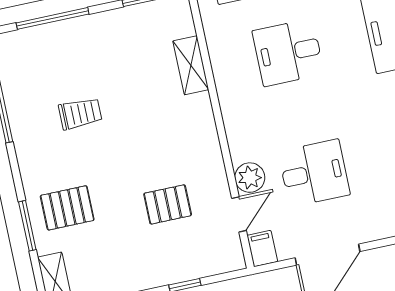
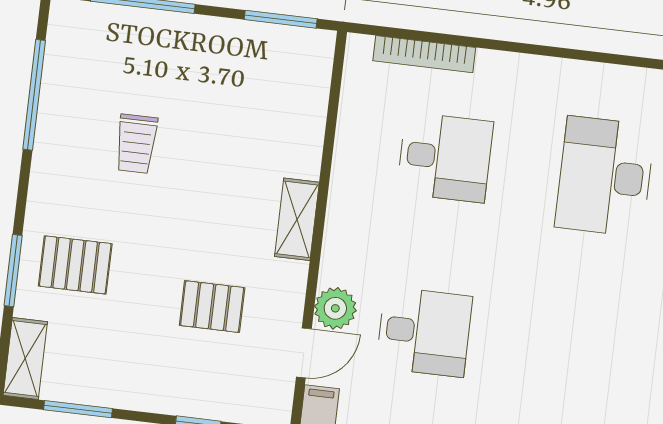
desk: (288, 52) -> (445, 157), turned 180
shelving: (191, 65) -> (297, 219), moved
trolley: (80, 114) -> (136, 144), turned 90

